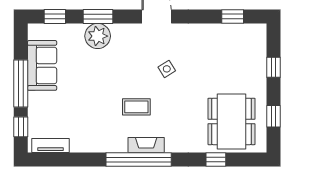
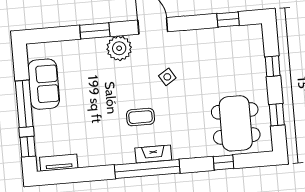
window: (55, 16) -> (52, 35), removed
plant: (98, 36) -> (119, 48), moved

